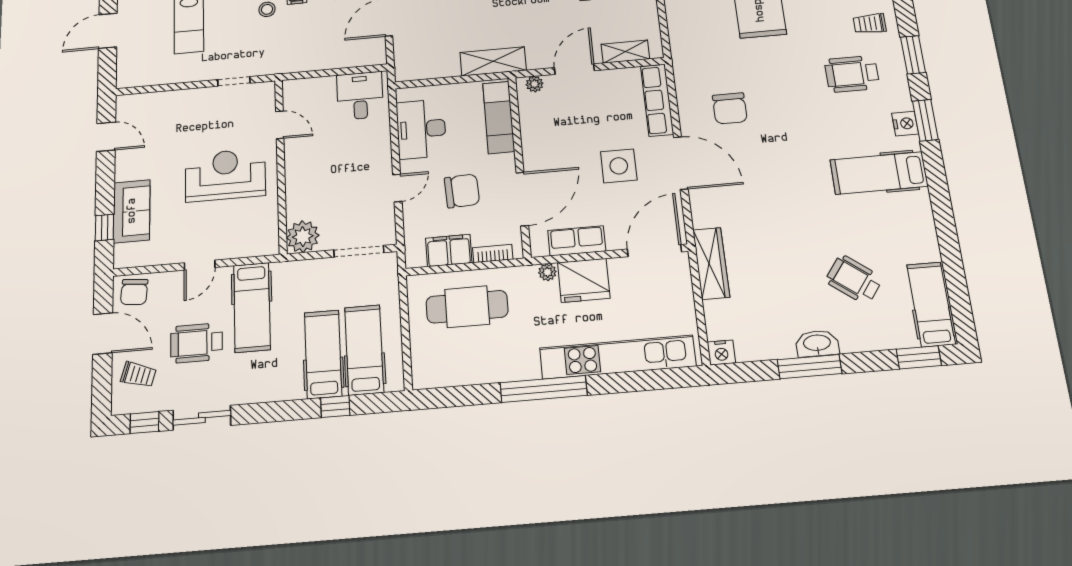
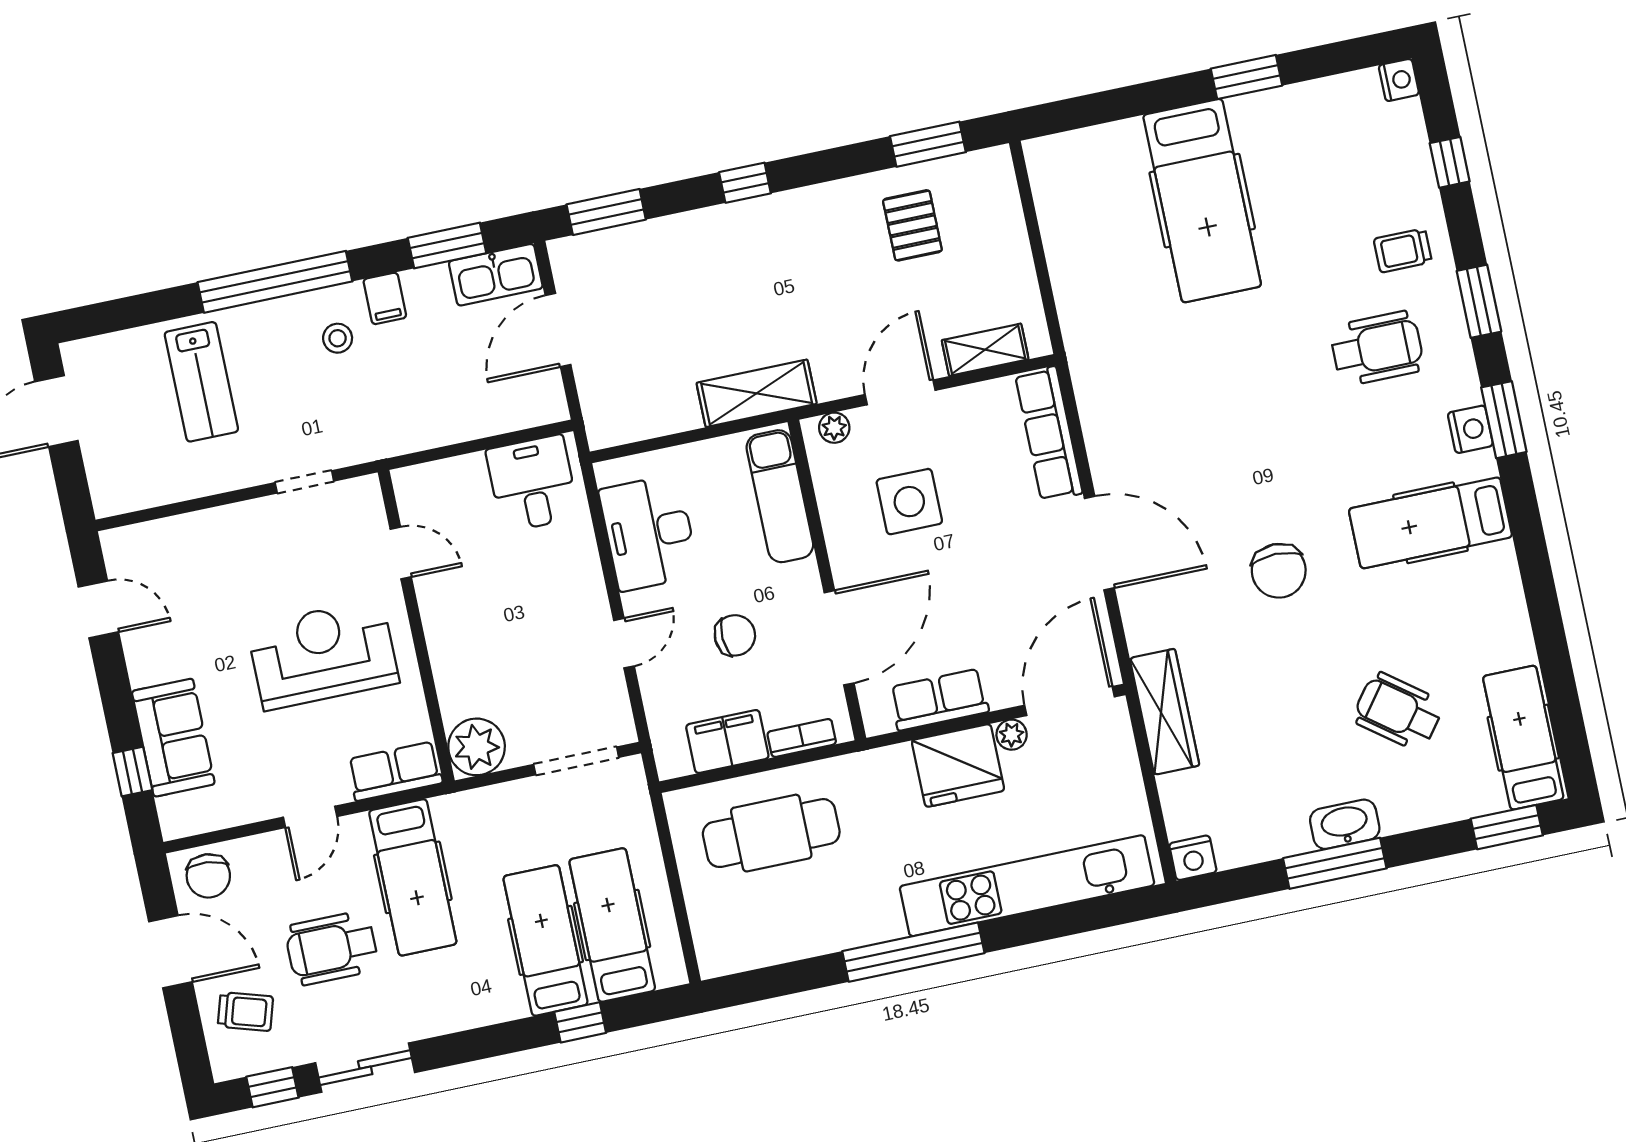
wheelchair: (852, 74) -> (1377, 348), turned 180
chair: (730, 108) -> (1279, 571), moved
side table: (619, 166) -> (909, 502), moved
chair: (462, 191) -> (735, 635), width x0.73, depth x0.73
row of seats: (253, 245) -> (395, 771), added
plant: (547, 272) -> (1012, 735), moved

